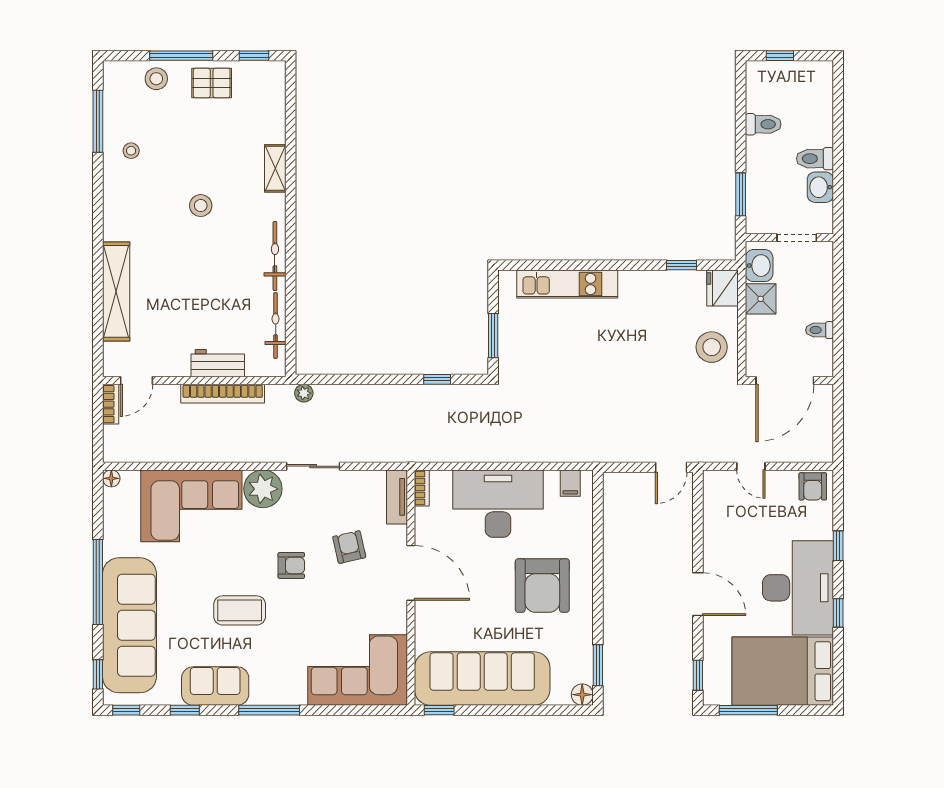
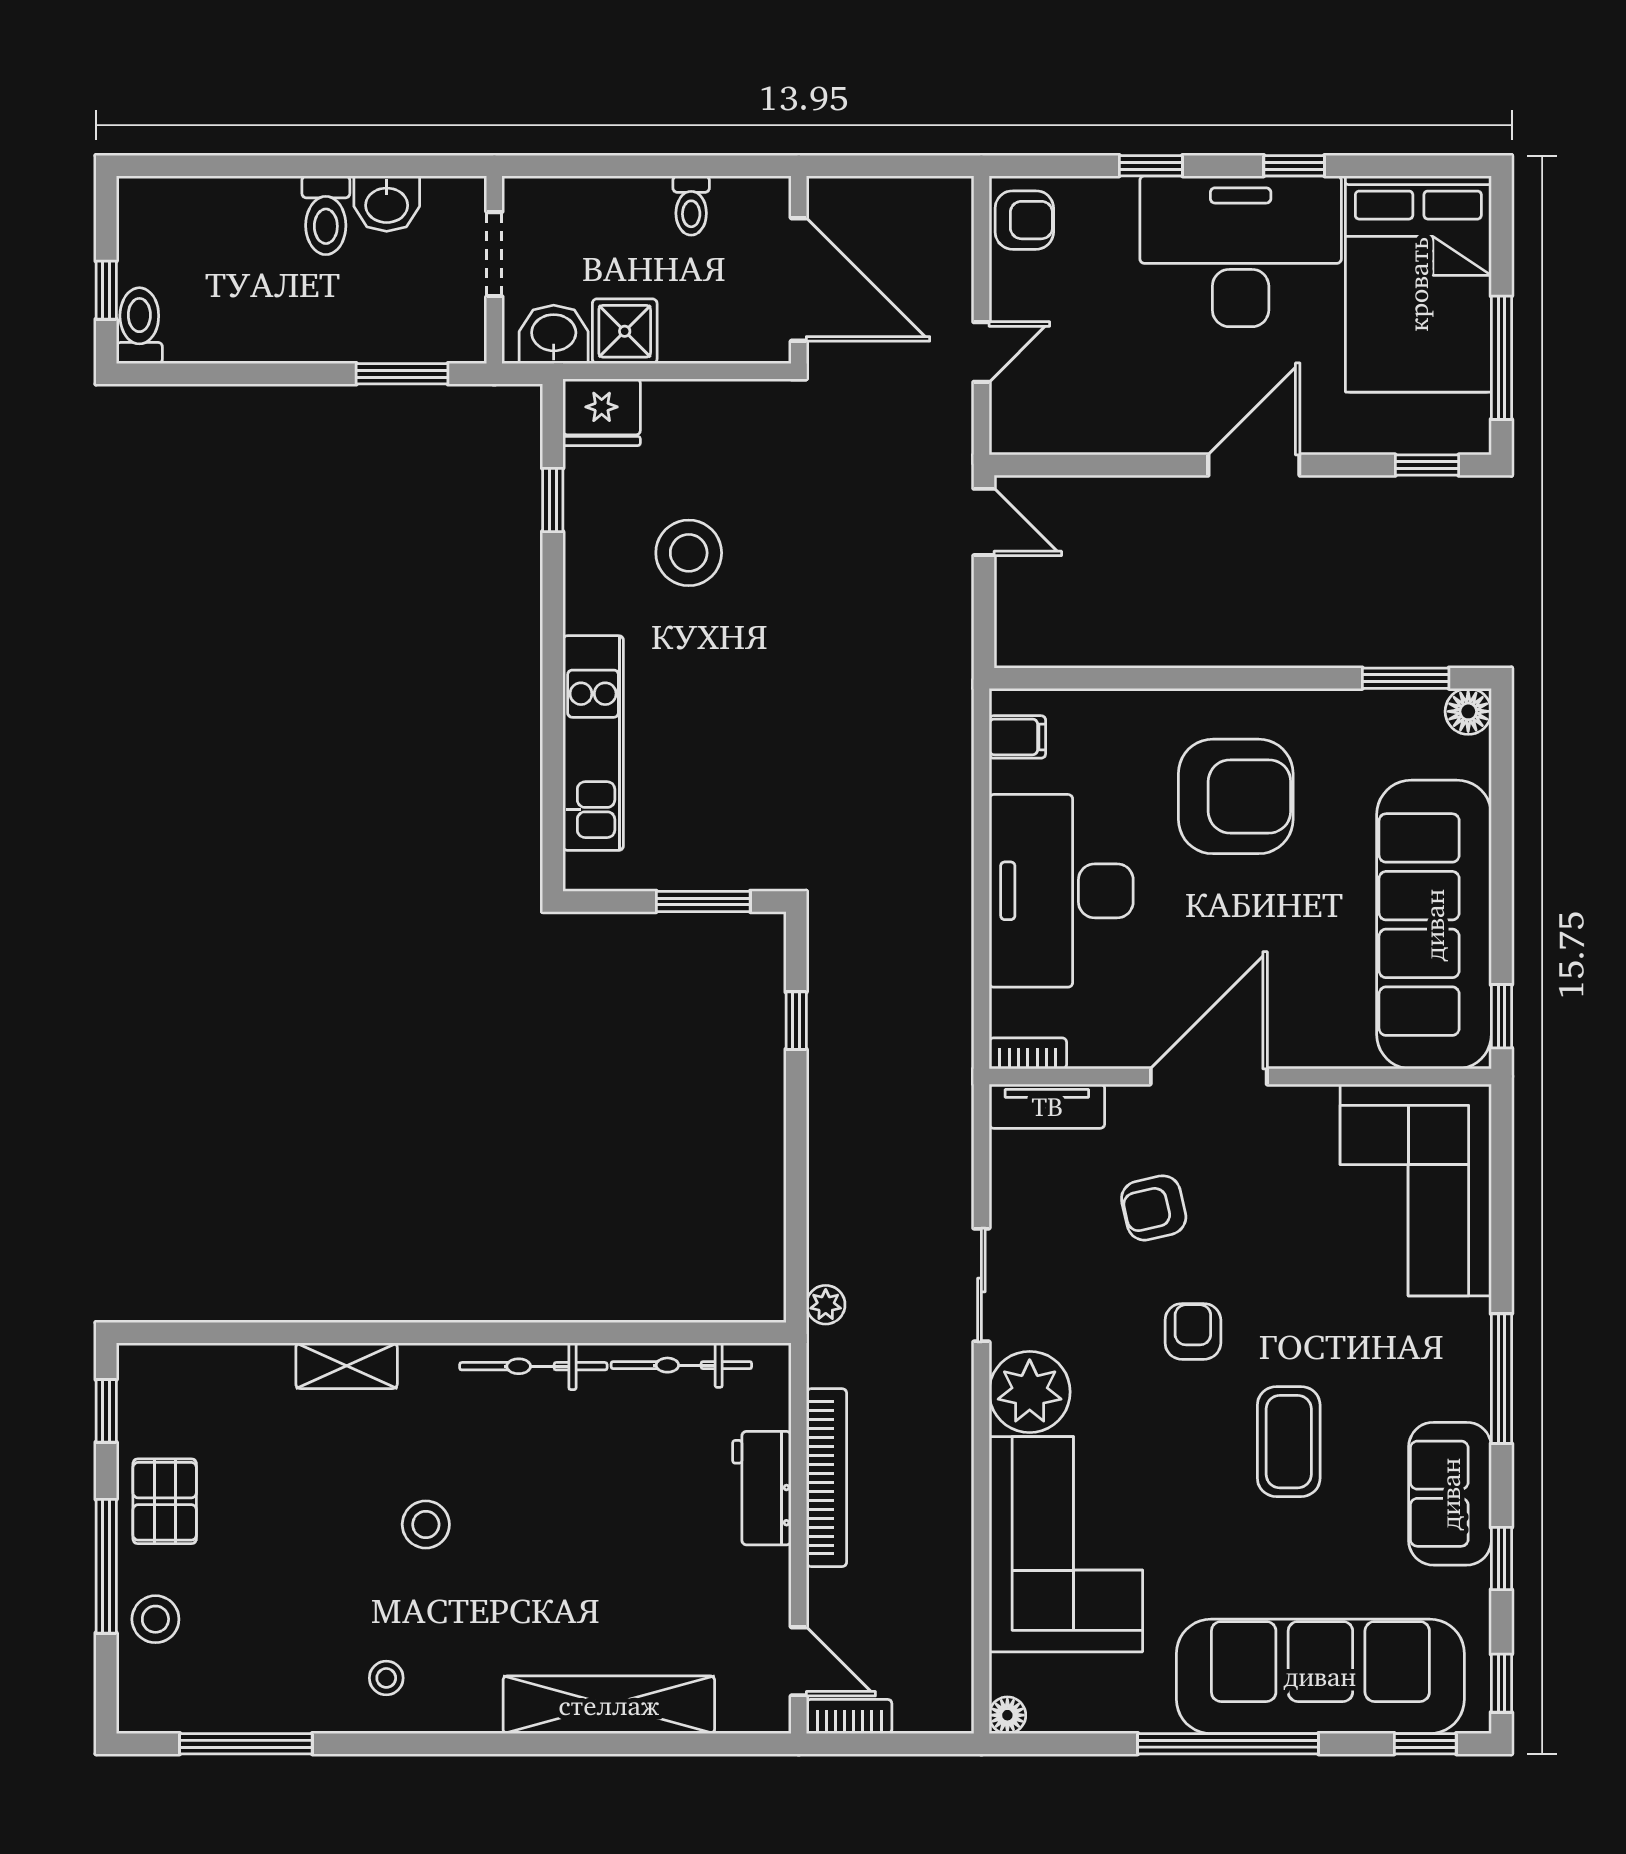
toilet: (763, 124) -> (139, 326), moved
stool: (131, 151) -> (386, 1678), moved
stool: (712, 347) -> (689, 553), moved

